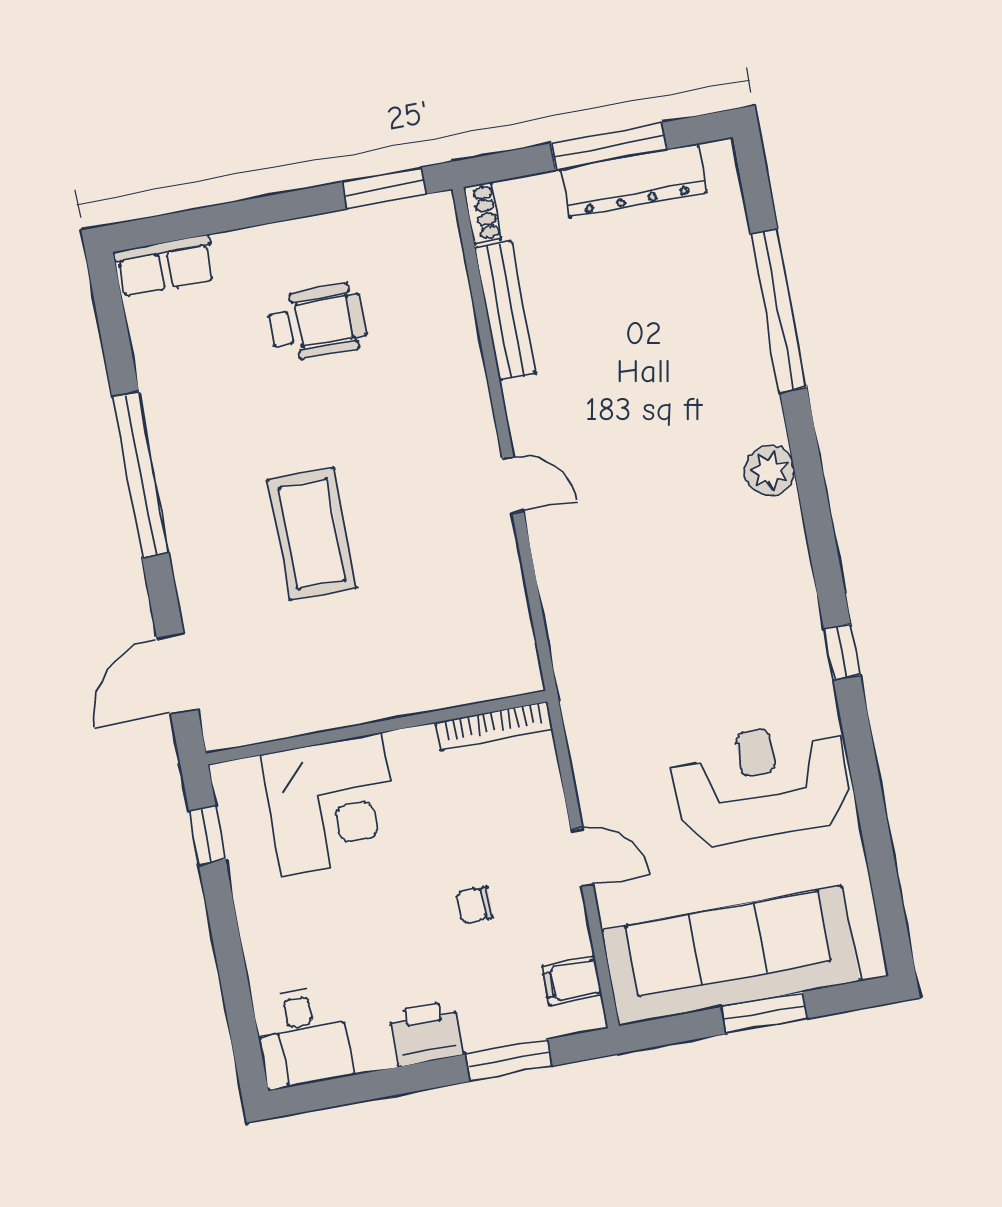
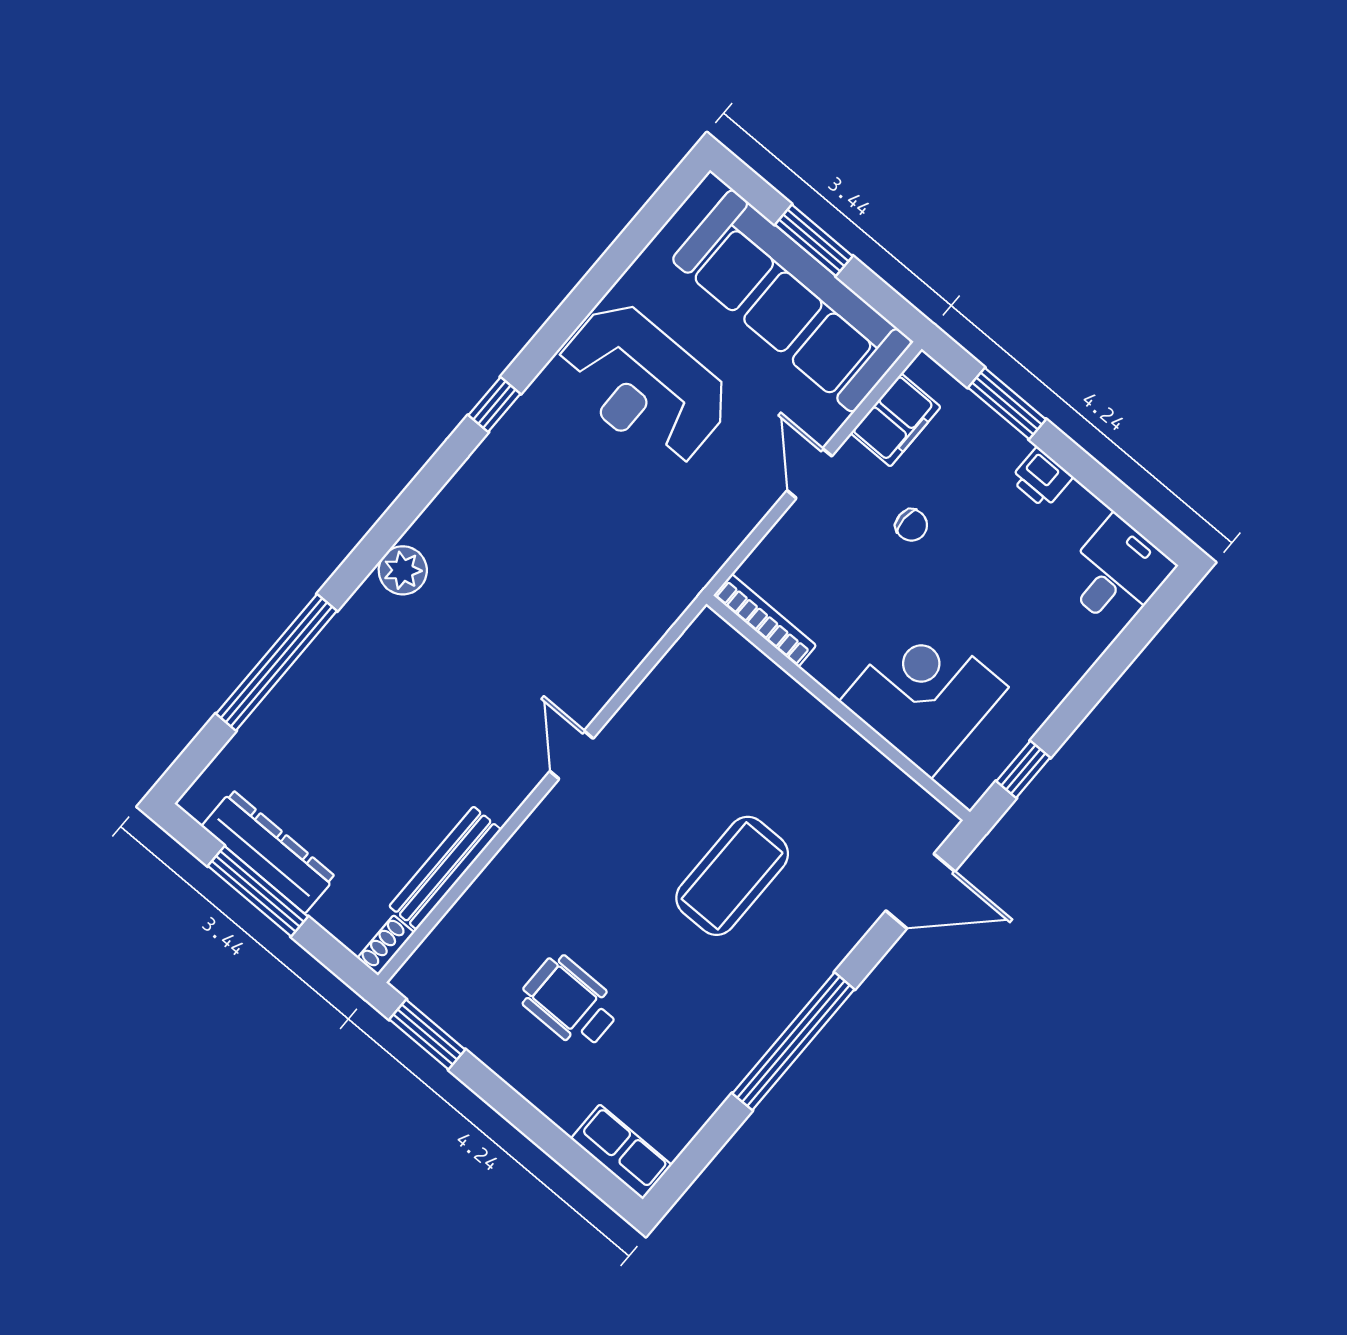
filing cabinet: (572, 981) -> (896, 420), width x2.00
printer: (426, 1034) -> (1041, 478), width x0.73, depth x0.81

